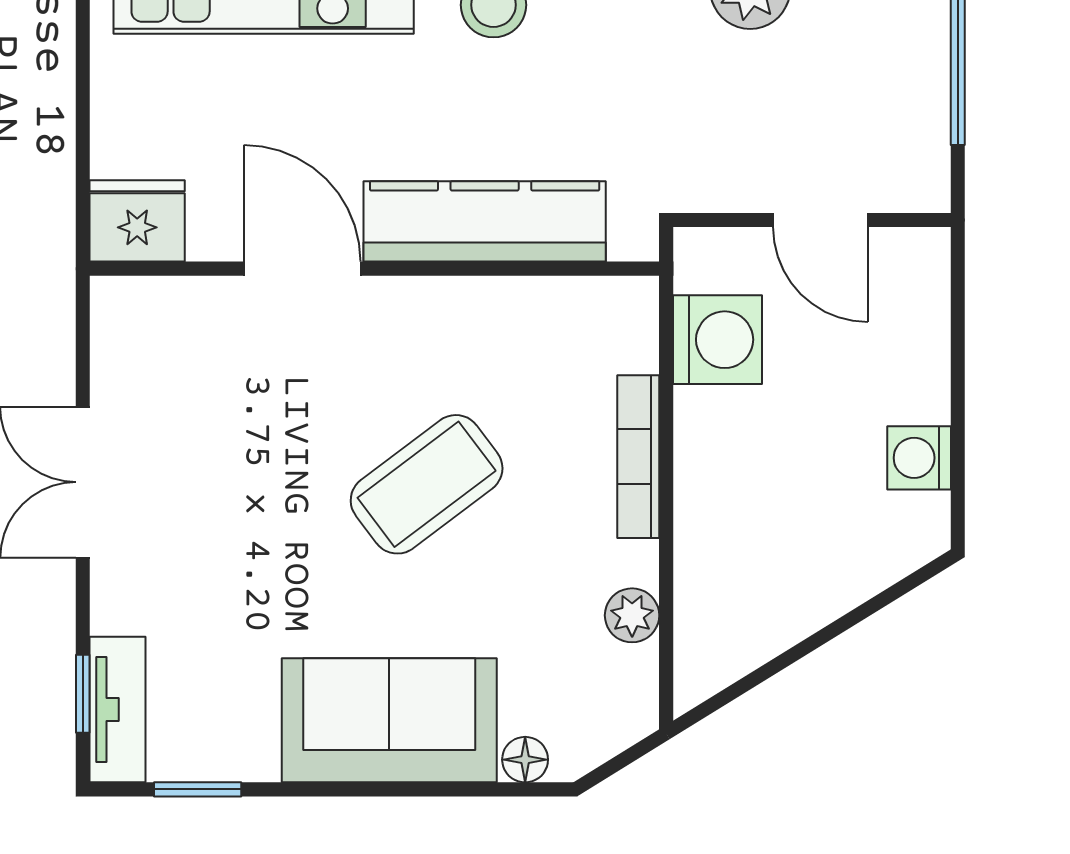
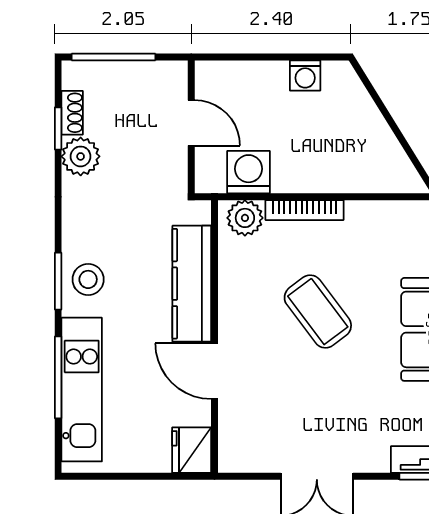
door: (820, 220) -> (191, 123), hinge flipped
door: (302, 269) -> (214, 371), hinge flipped
plant: (632, 615) -> (245, 218), moved, width x1.38, depth x1.38

